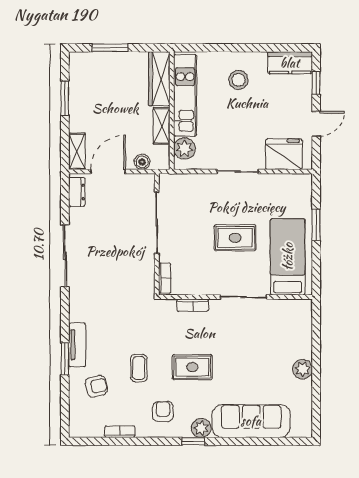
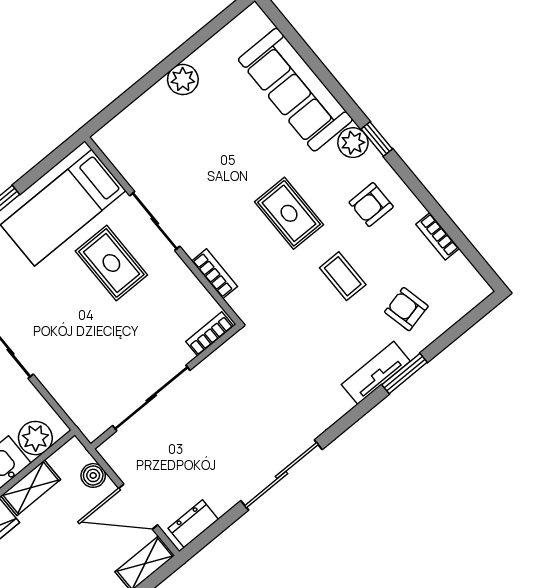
rug: (235, 238) -> (111, 263), moved
coffee table: (139, 368) -> (343, 276), turned 90

